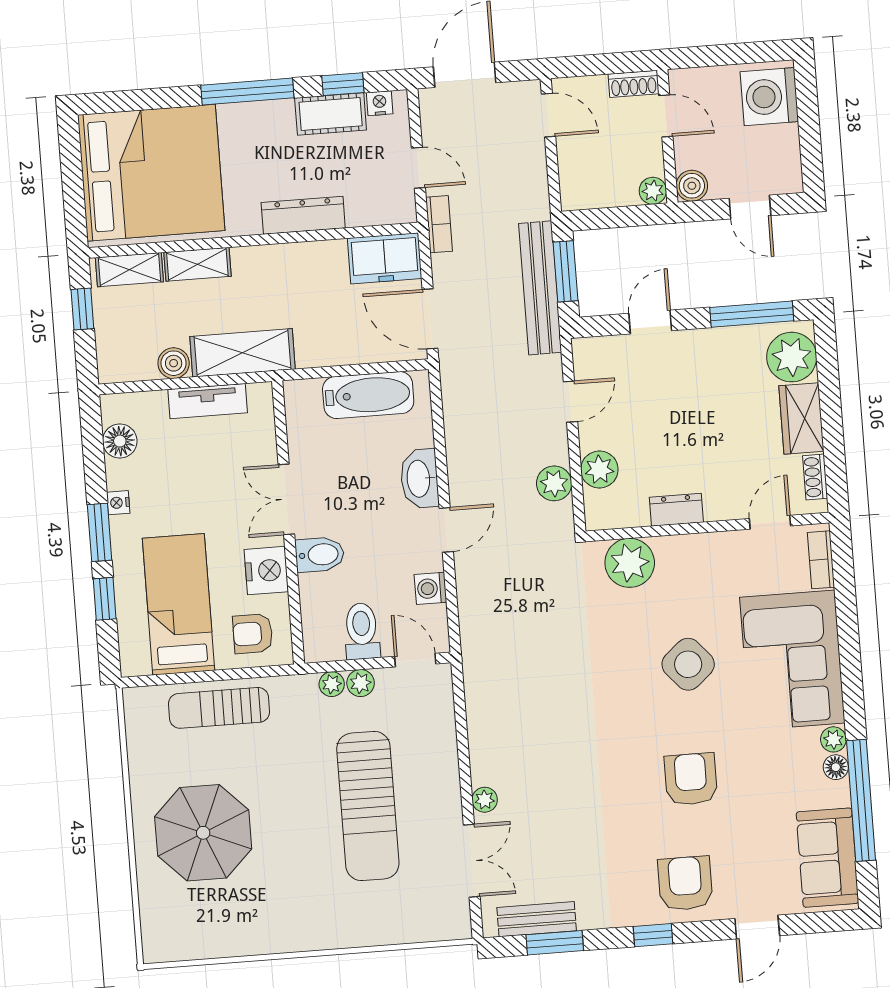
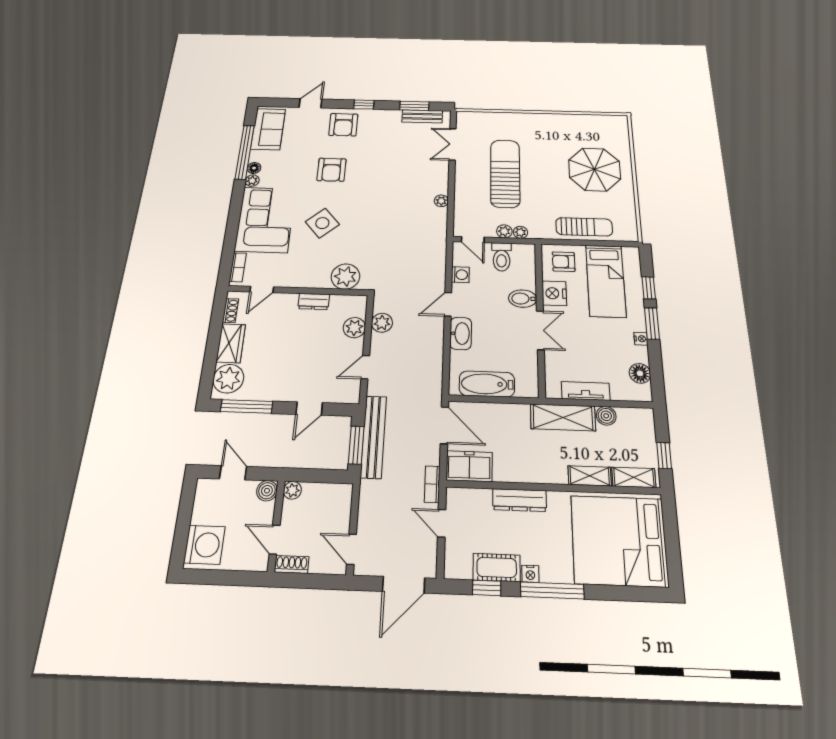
nightstand: (380, 103) -> (530, 574), moved
armchair: (253, 634) -> (564, 262), turned 180
plant: (485, 800) -> (441, 201), moved

